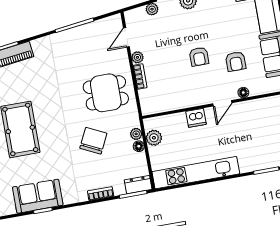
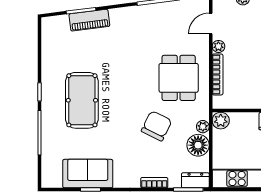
bookcase: (140, 77) -> (218, 74), width x1.56
dining table: (106, 93) -> (179, 78), turned 90
plant: (154, 138) -> (221, 121), moved
floor lamp: (139, 146) -> (198, 145), width x1.89, depth x1.89

